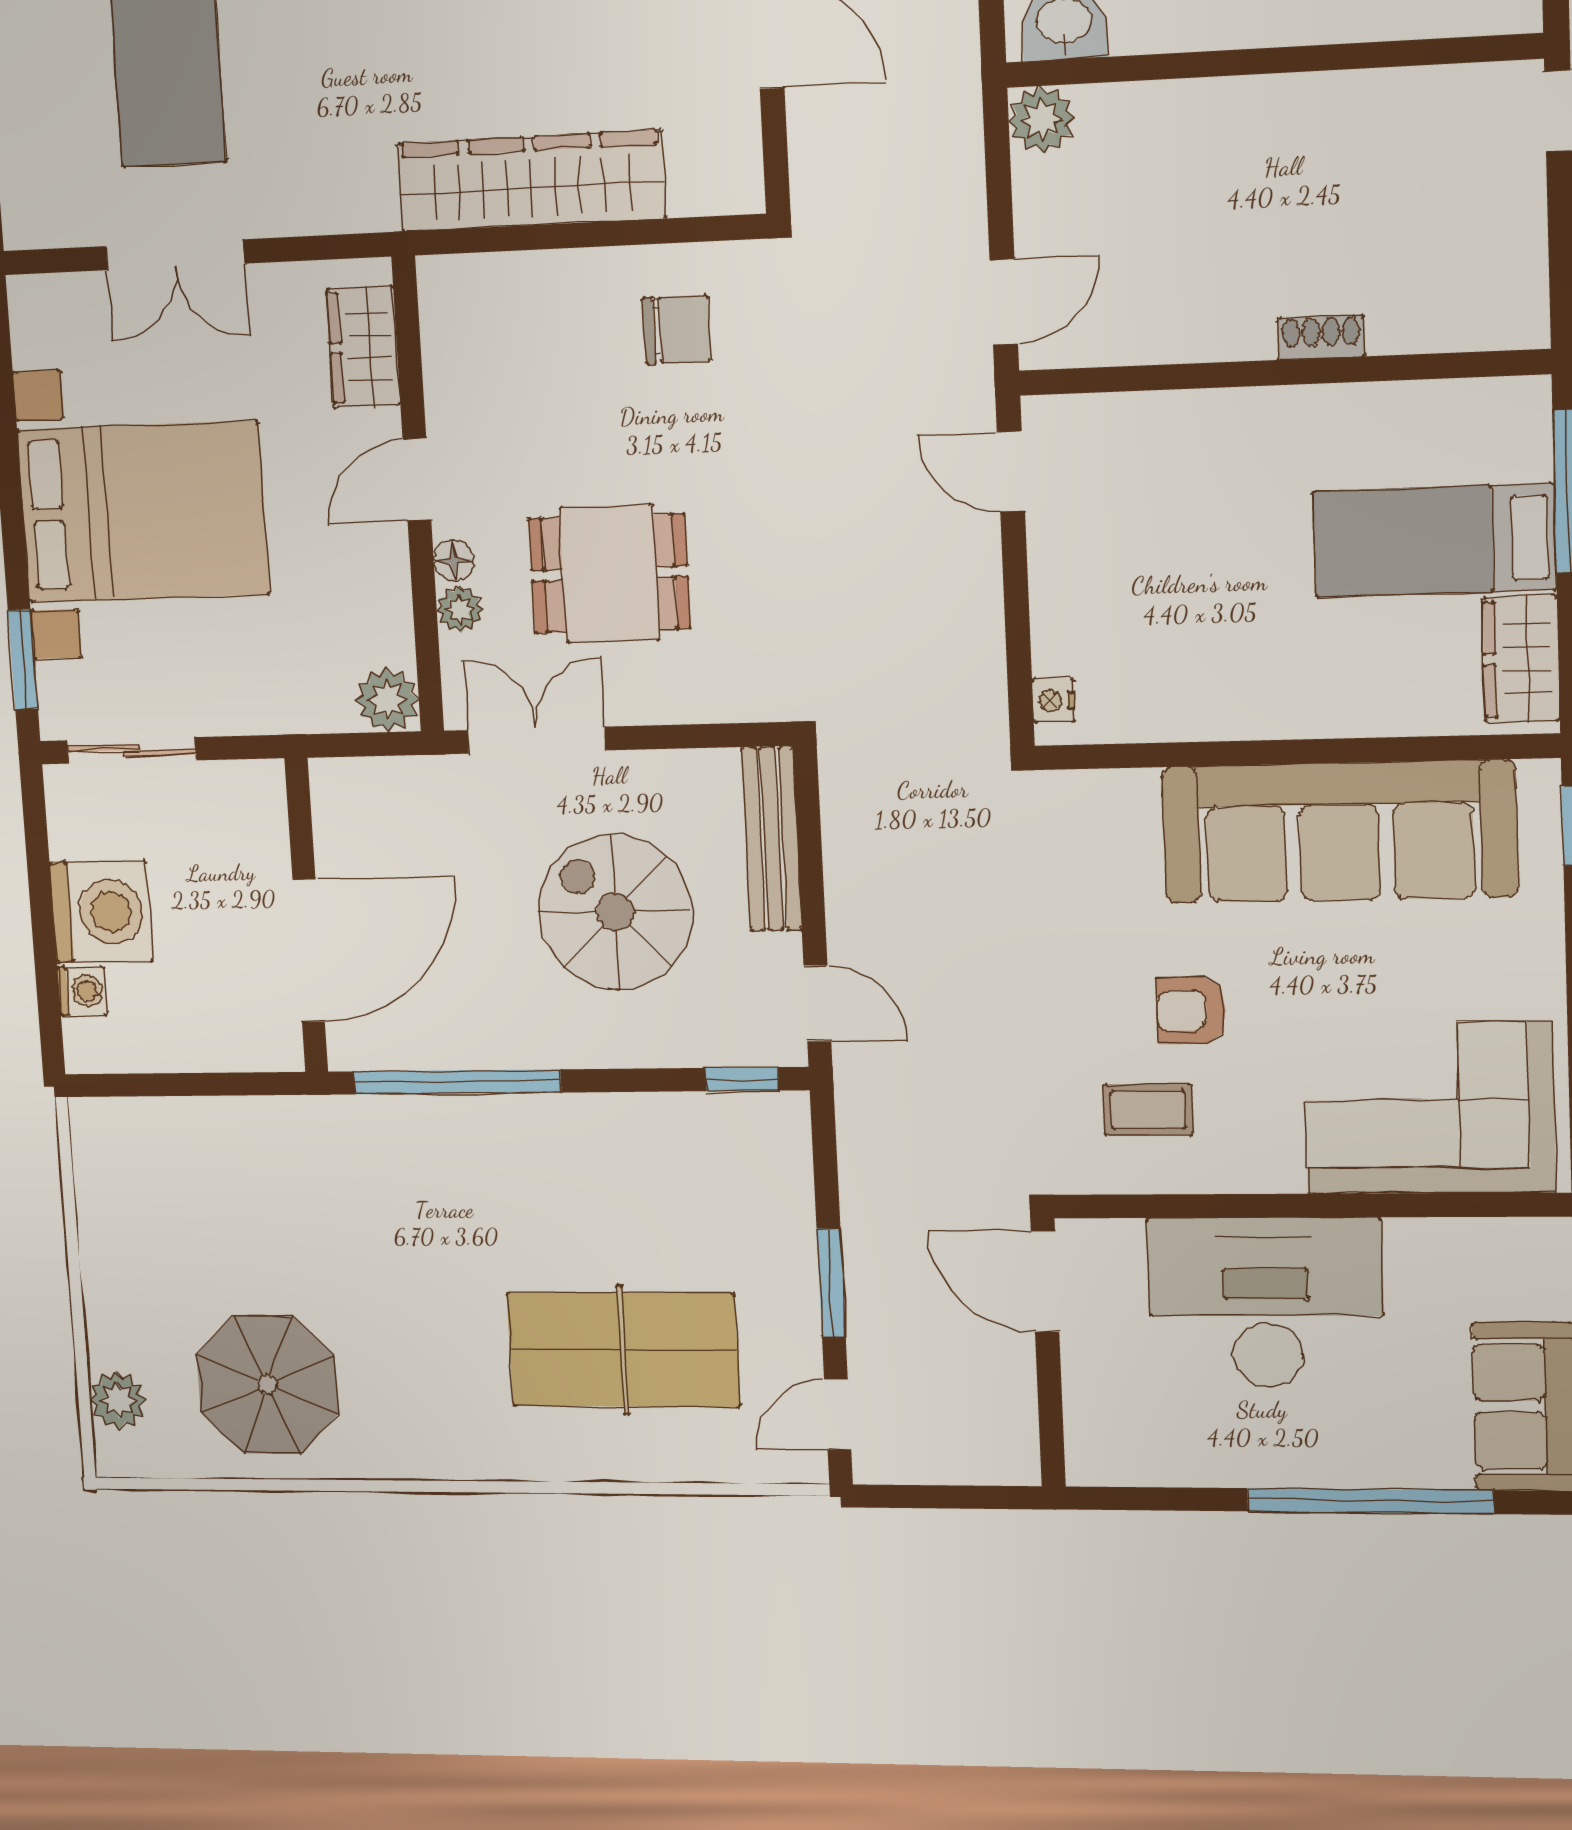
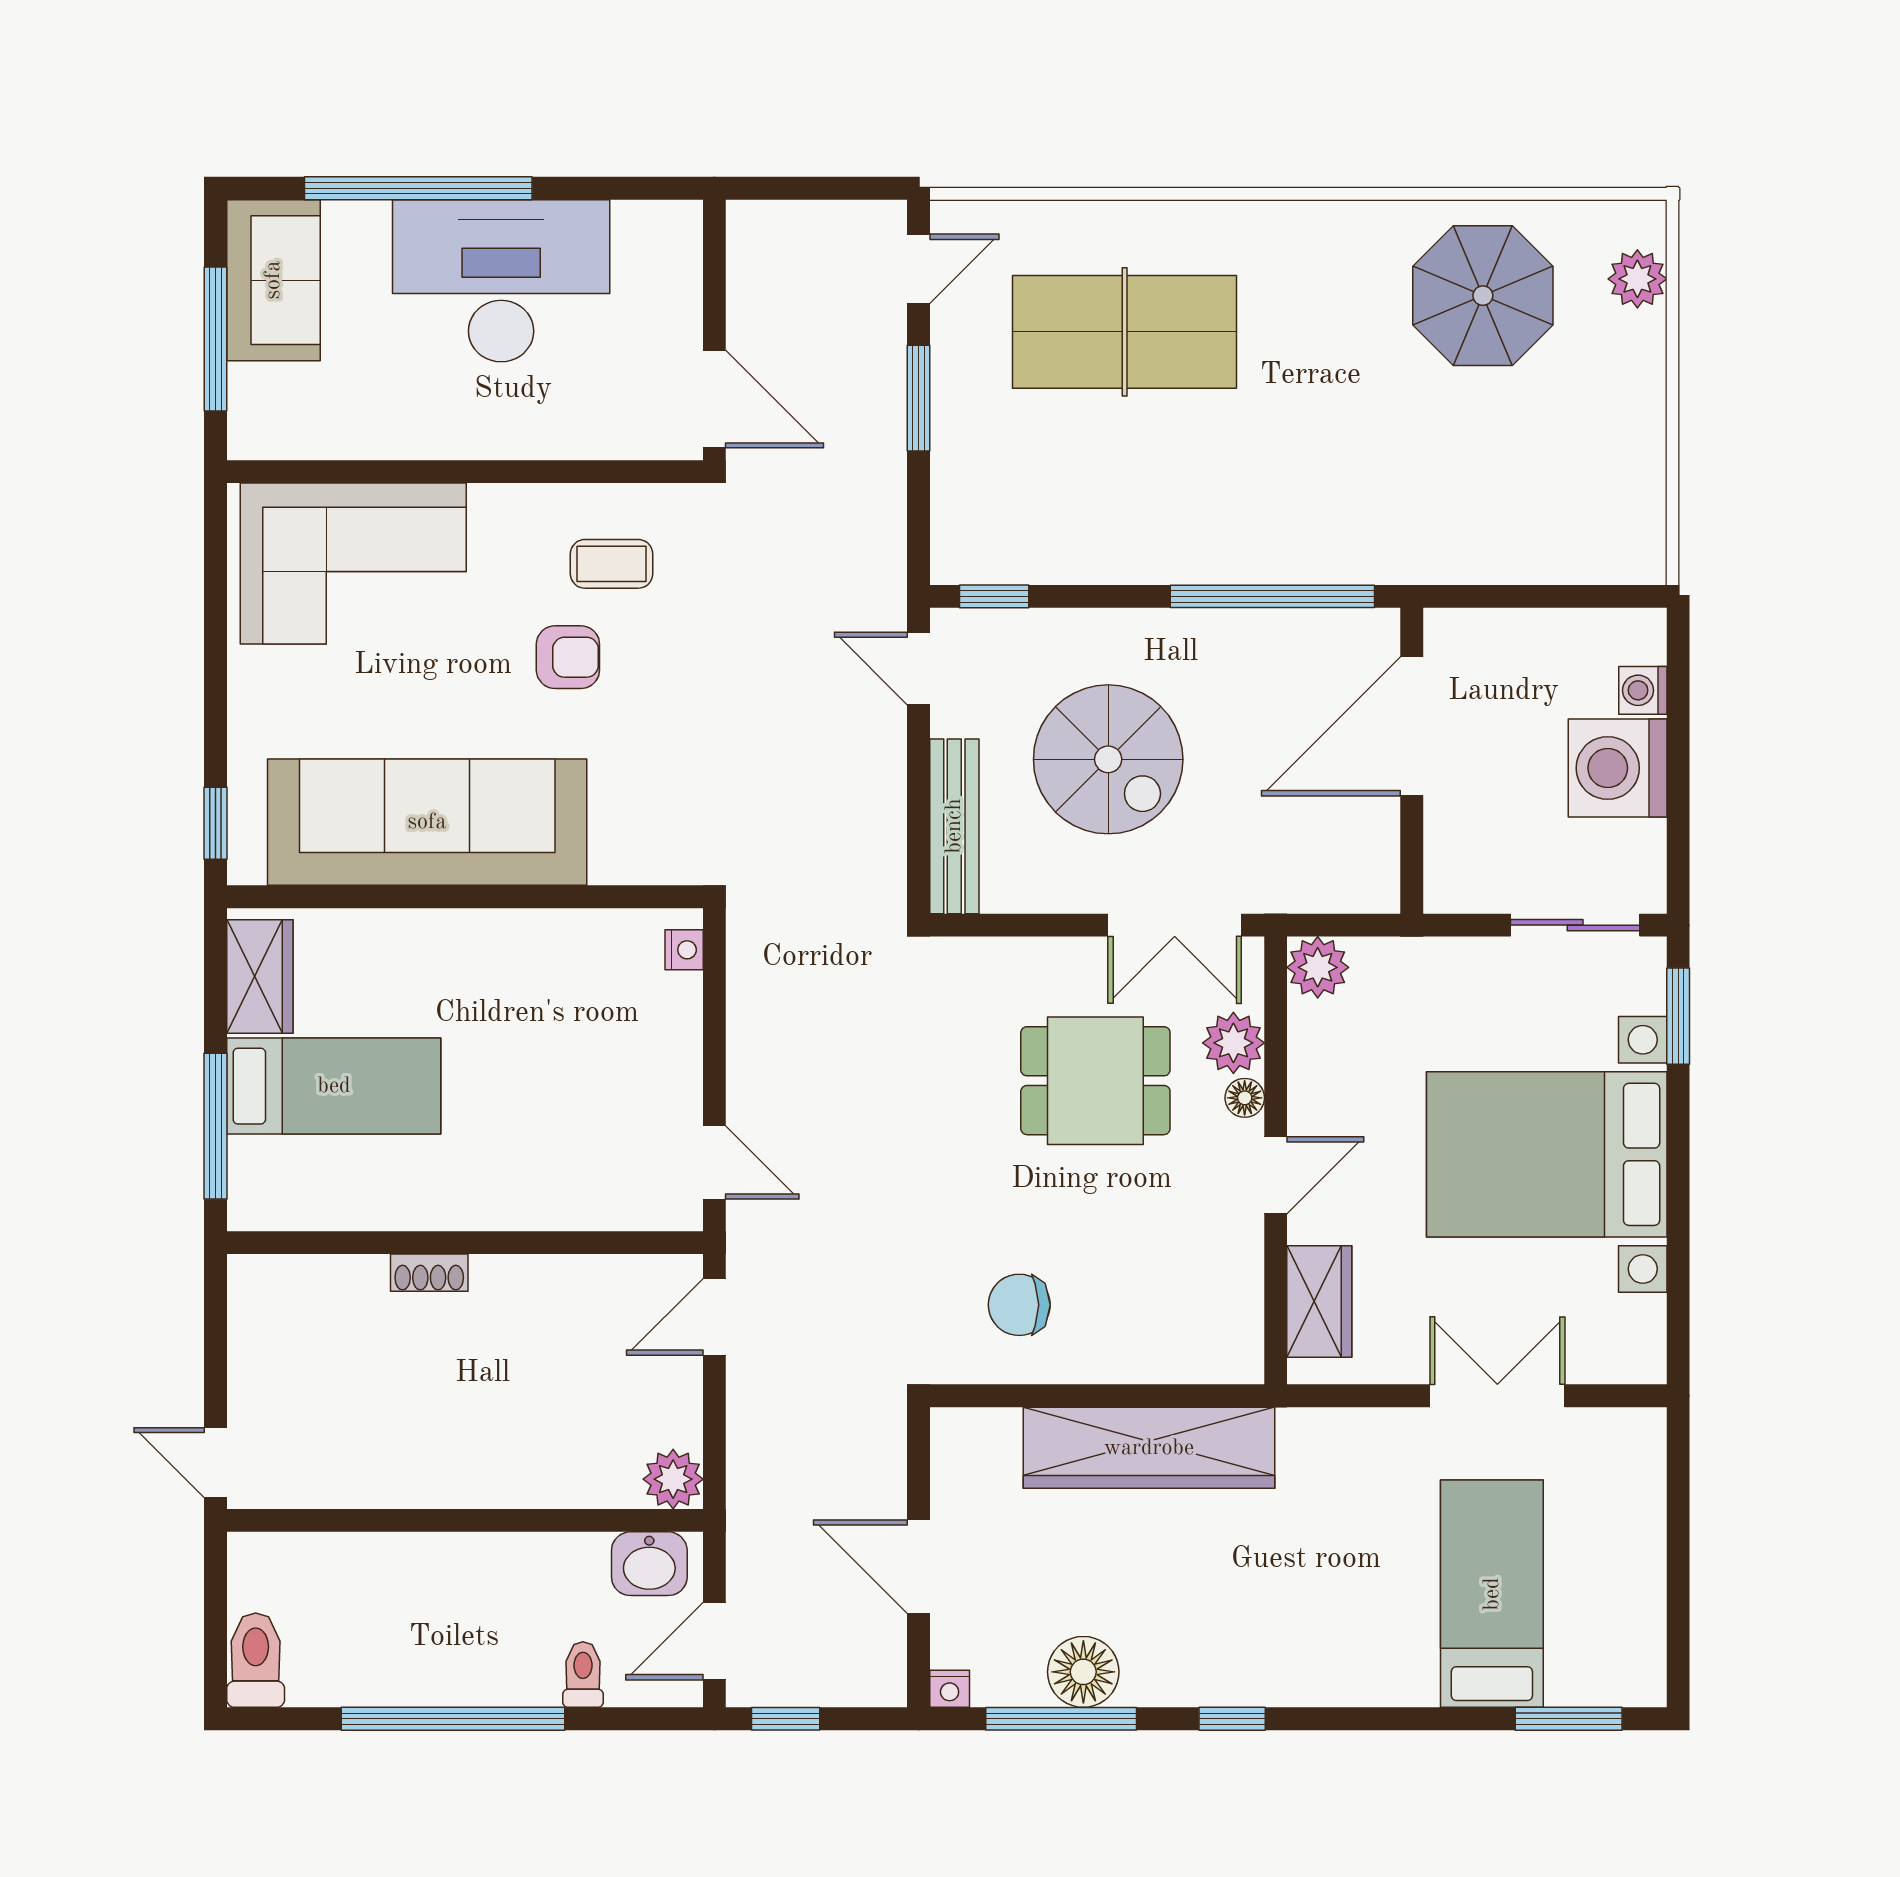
plant: (460, 609) -> (1233, 1043), width x1.38, depth x1.38
desk: (1266, 1303) -> (501, 281), moved, turned 180

